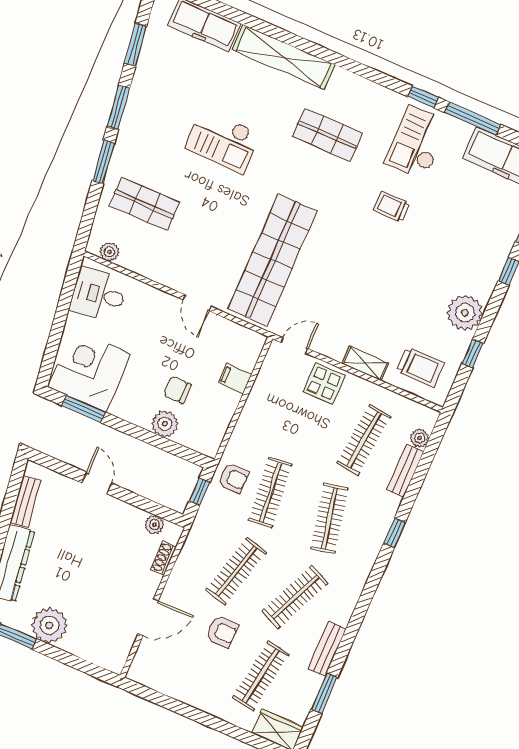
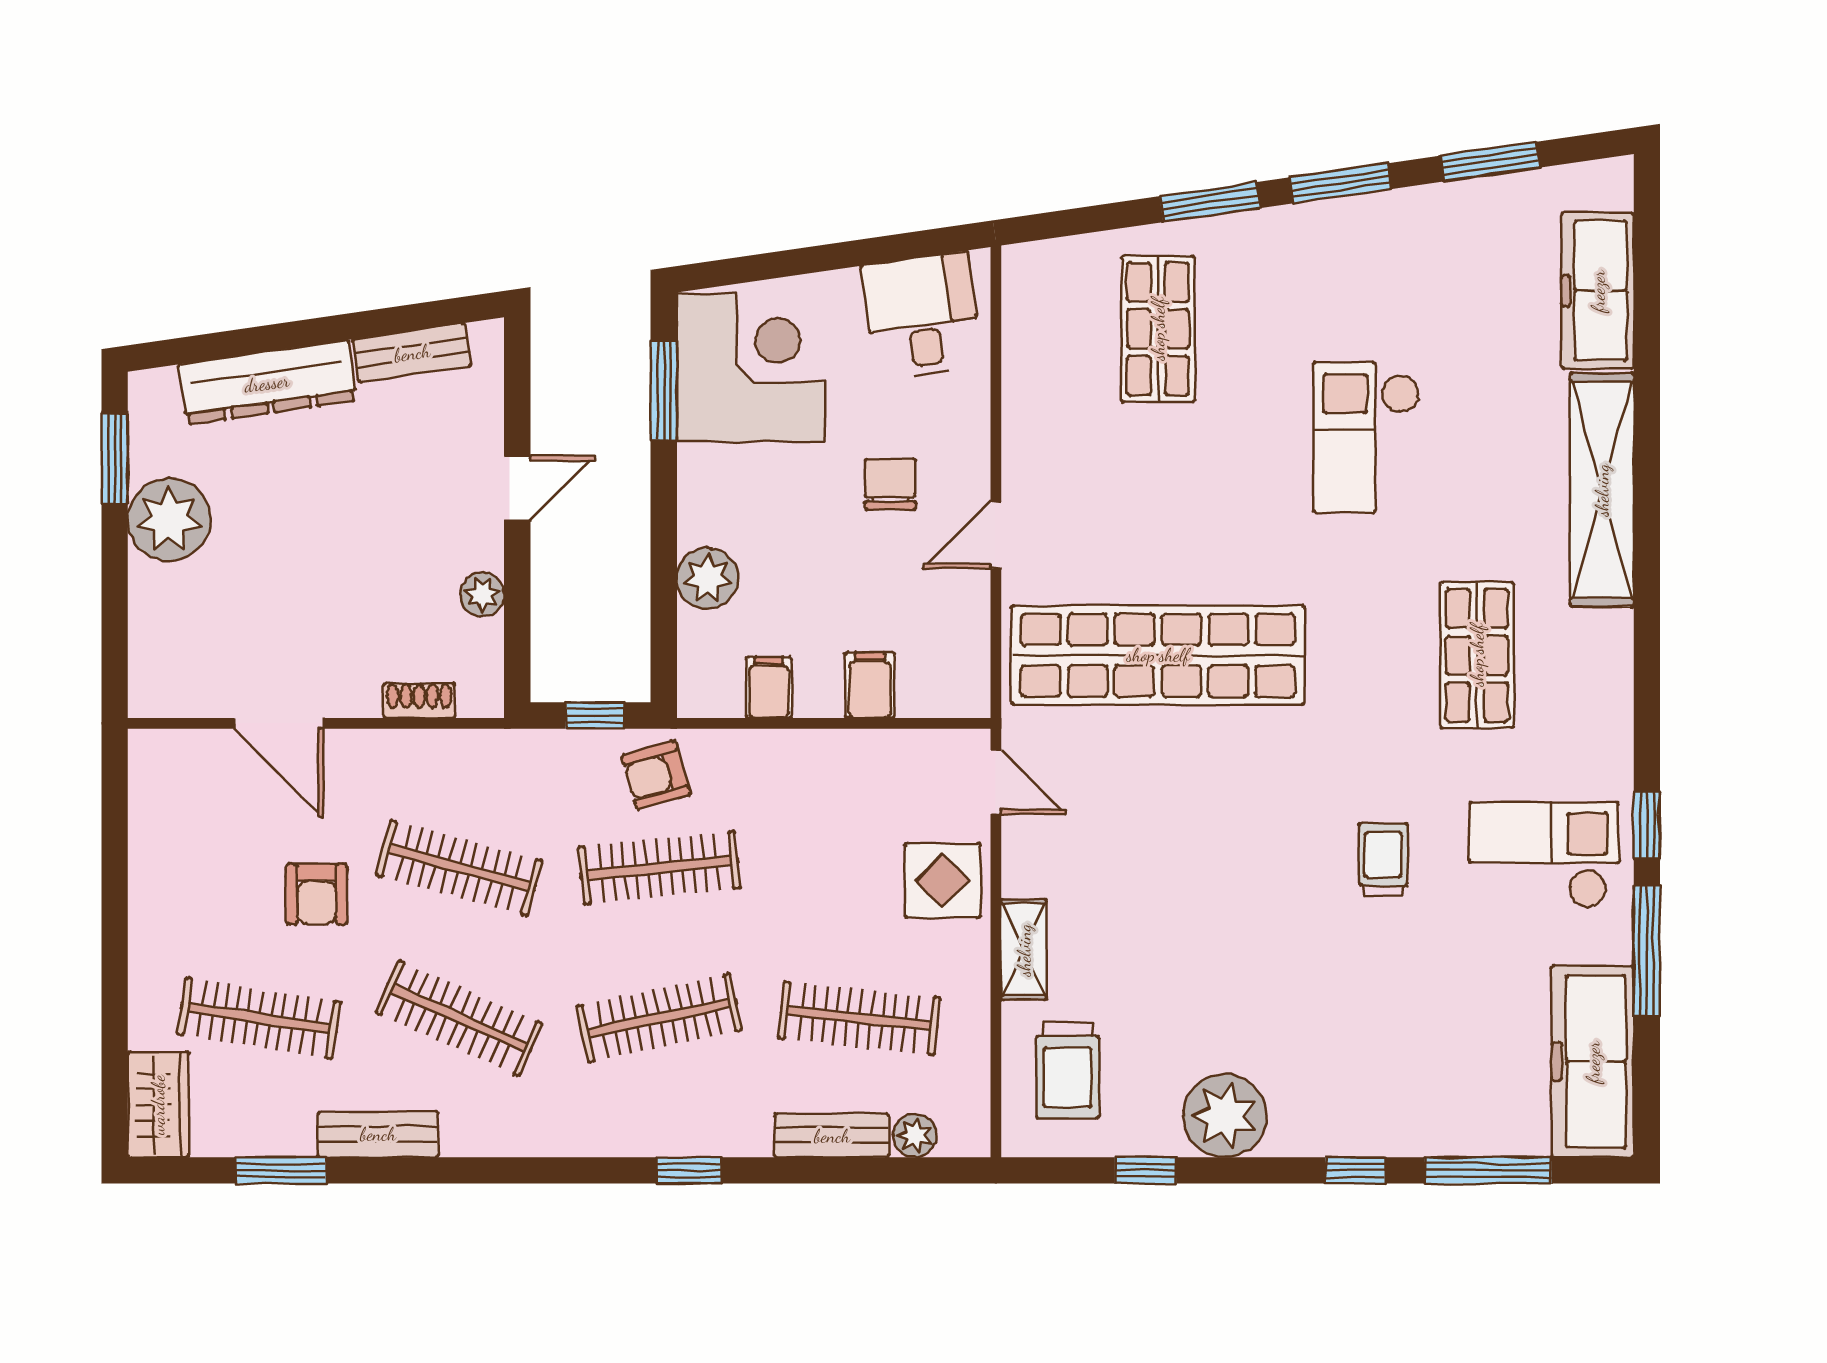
plant: (110, 252) -> (1023, 300), removed
chair: (177, 390) -> (890, 484), moved
filing cabinet: (218, 418) -> (769, 687), added
armchair: (233, 478) -> (656, 775), turned 74
plant: (154, 525) -> (482, 594), moved

